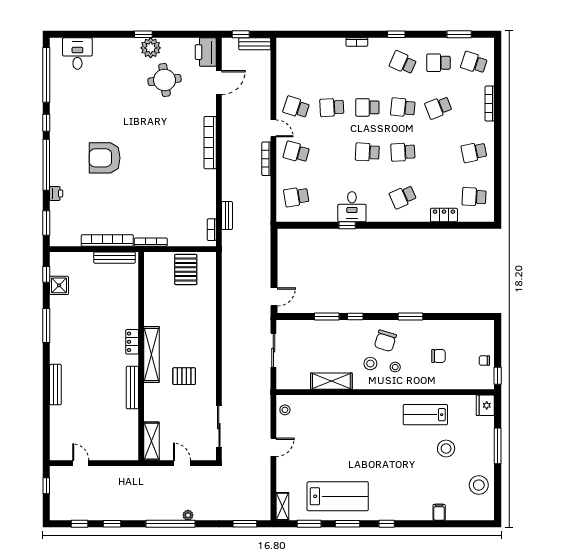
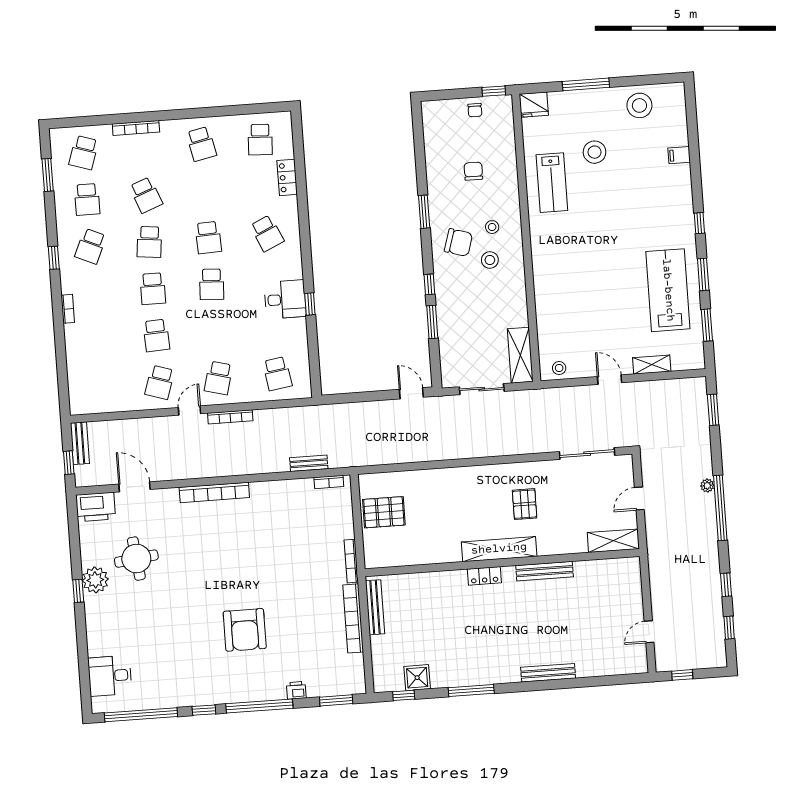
shelving: (331, 381) -> (520, 355), moved
shelving: (282, 506) -> (652, 365), moved

